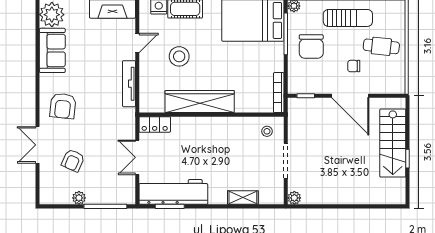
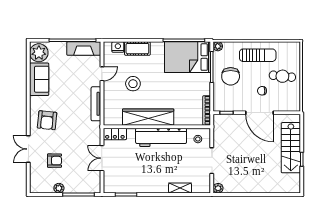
armchair: (73, 160) -> (54, 161), turned -114
workbench: (173, 192) -> (161, 137), moved, turned 180

